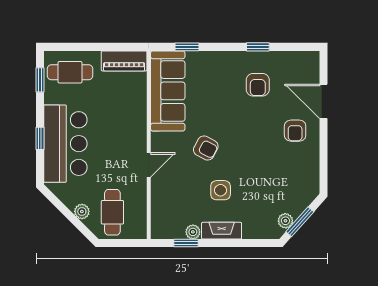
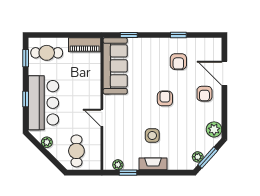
armchair: (206, 148) -> (165, 98), moved, turned -118
door: (149, 165) -> (102, 118), swing flipped
plant: (309, 182) -> (214, 129), added
plant: (82, 211) -> (47, 142), moved
plant: (193, 232) -> (118, 165), moved

